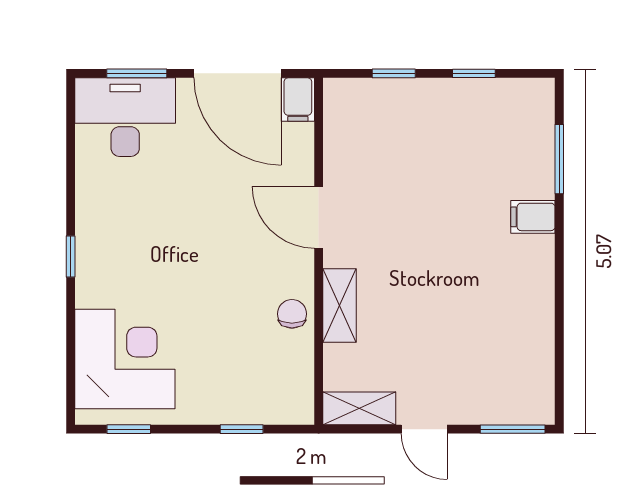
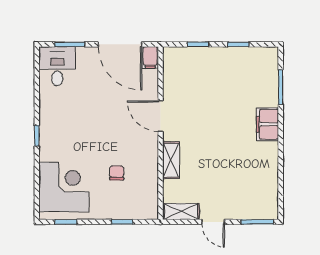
desk: (125, 117) -> (57, 66), width x0.73
filing cabinet: (533, 217) -> (267, 124), width x2.00
chair: (292, 314) -> (117, 173), moved

